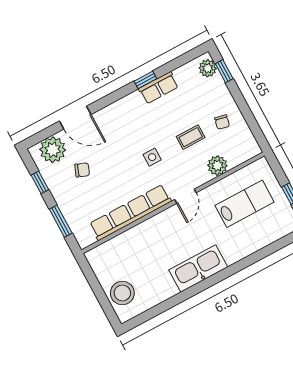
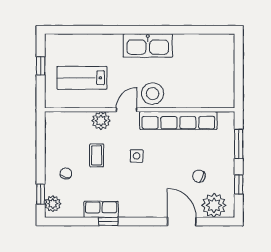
chair: (222, 122) -> (66, 173), moved
coffee table: (191, 137) -> (97, 155), turned 90
plant: (217, 166) -> (101, 121), moved
stool: (122, 293) -> (153, 94), moved

